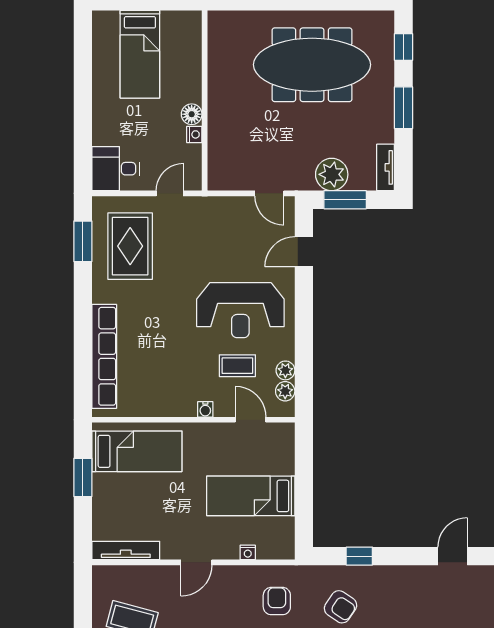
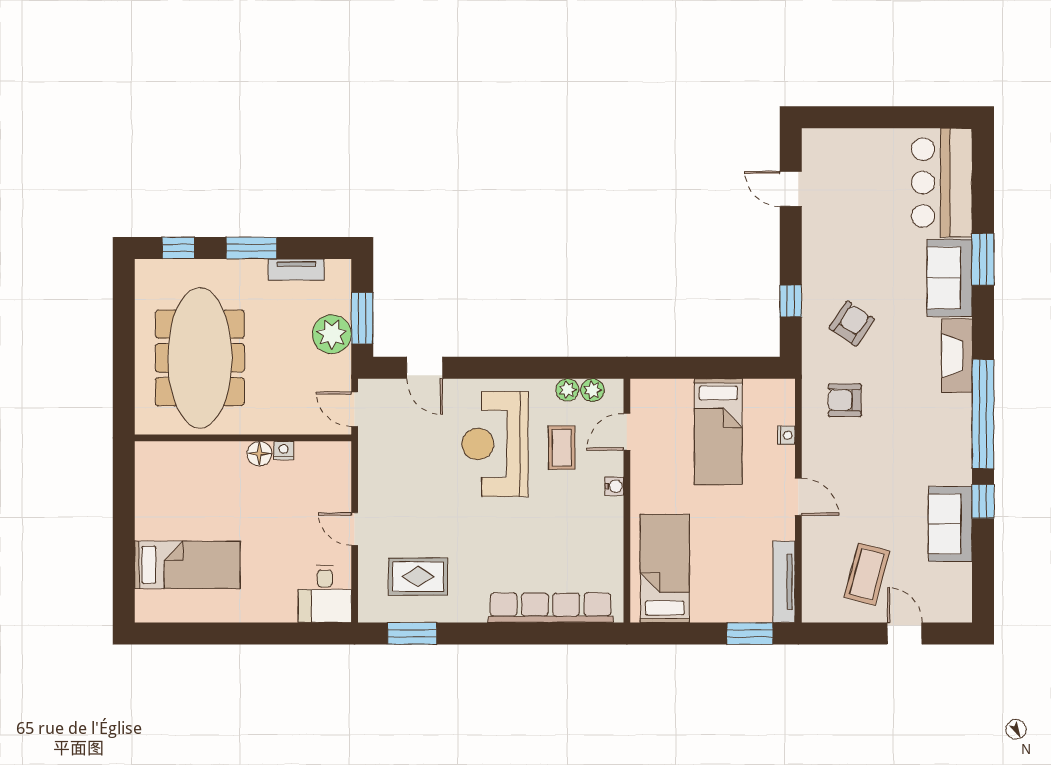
wall: (205, 101) -> (243, 438), moved
floor lamp: (192, 114) -> (259, 454), moved
nightstand: (194, 134) -> (284, 450), moved
tv unit: (386, 167) -> (296, 269), moved
door: (269, 193) -> (355, 409), swing flipped
rug: (130, 246) -> (418, 577), width x0.73, depth x0.70
reception desk: (240, 310) -> (495, 444), turned 180
window: (83, 477) -> (750, 633), moved

